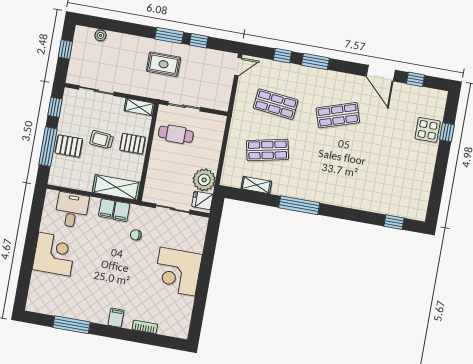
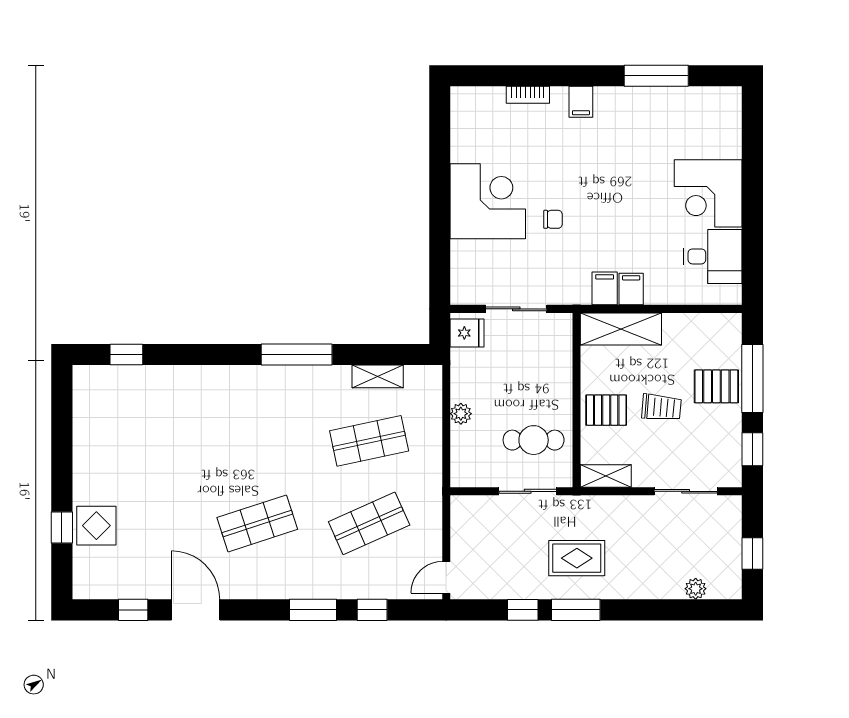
shop shelf: (276, 104) -> (369, 523), turned -30
plant: (204, 180) -> (461, 414), moved, width x0.53, depth x0.53
desk: (72, 210) -> (713, 256), moved, turned -90
chair: (136, 235) -> (553, 219), moved

